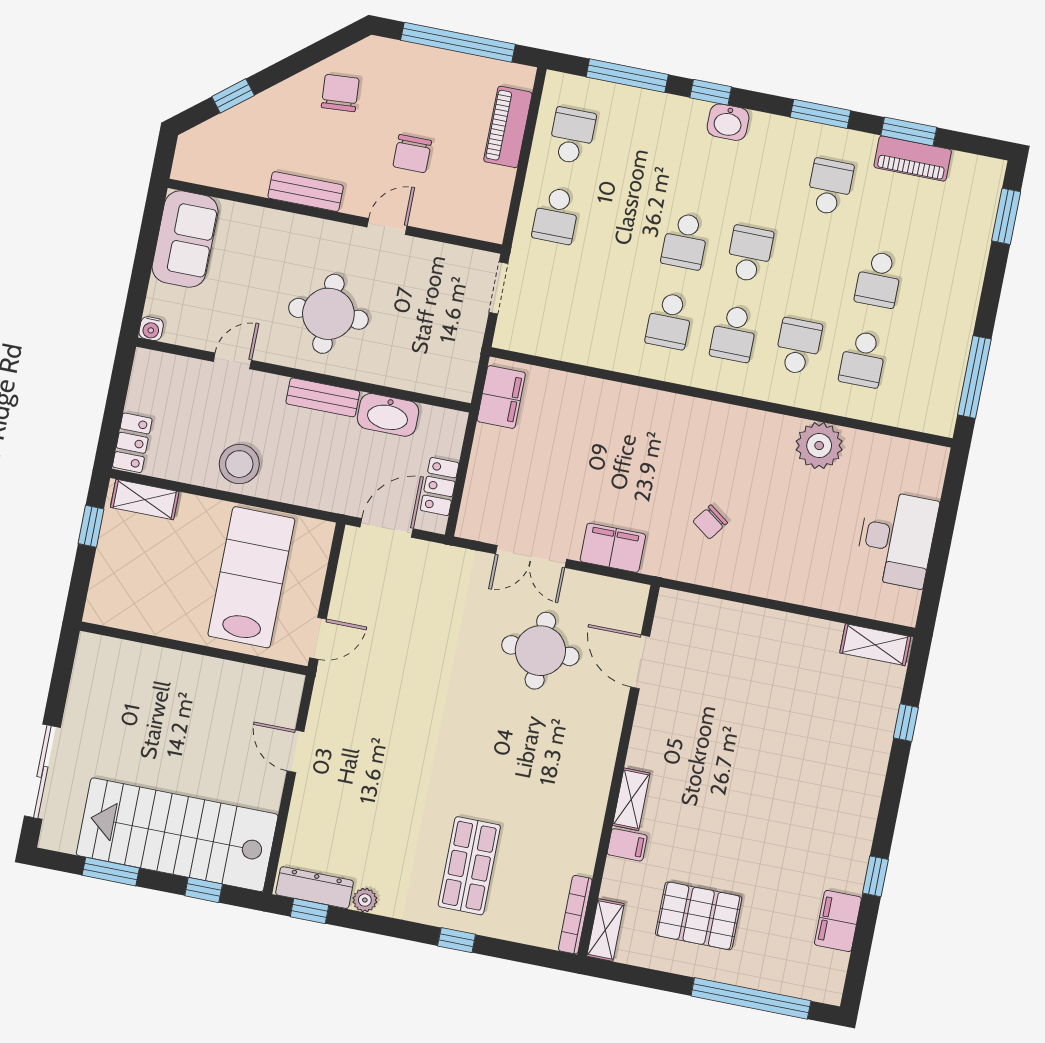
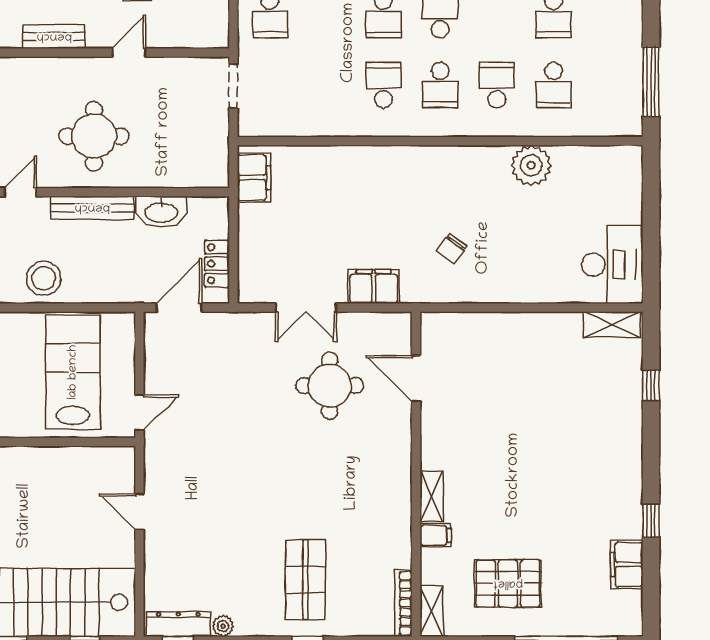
school desk: (669, 321) -> (383, 85), turned 180
bench: (323, 397) -> (92, 208), width x1.36
desk: (897, 539) -> (612, 265), moved

